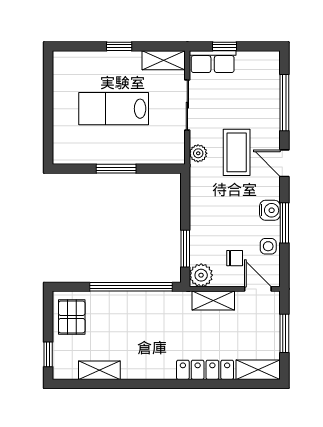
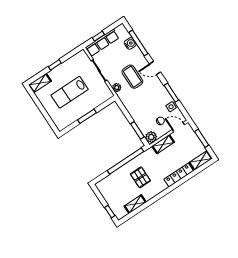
shelving: (164, 60) -> (40, 83), moved
row of seats: (213, 62) -> (102, 43), width x1.48
water cooler: (270, 210) -> (130, 43), moved
pallet: (72, 317) -> (140, 177), moved

